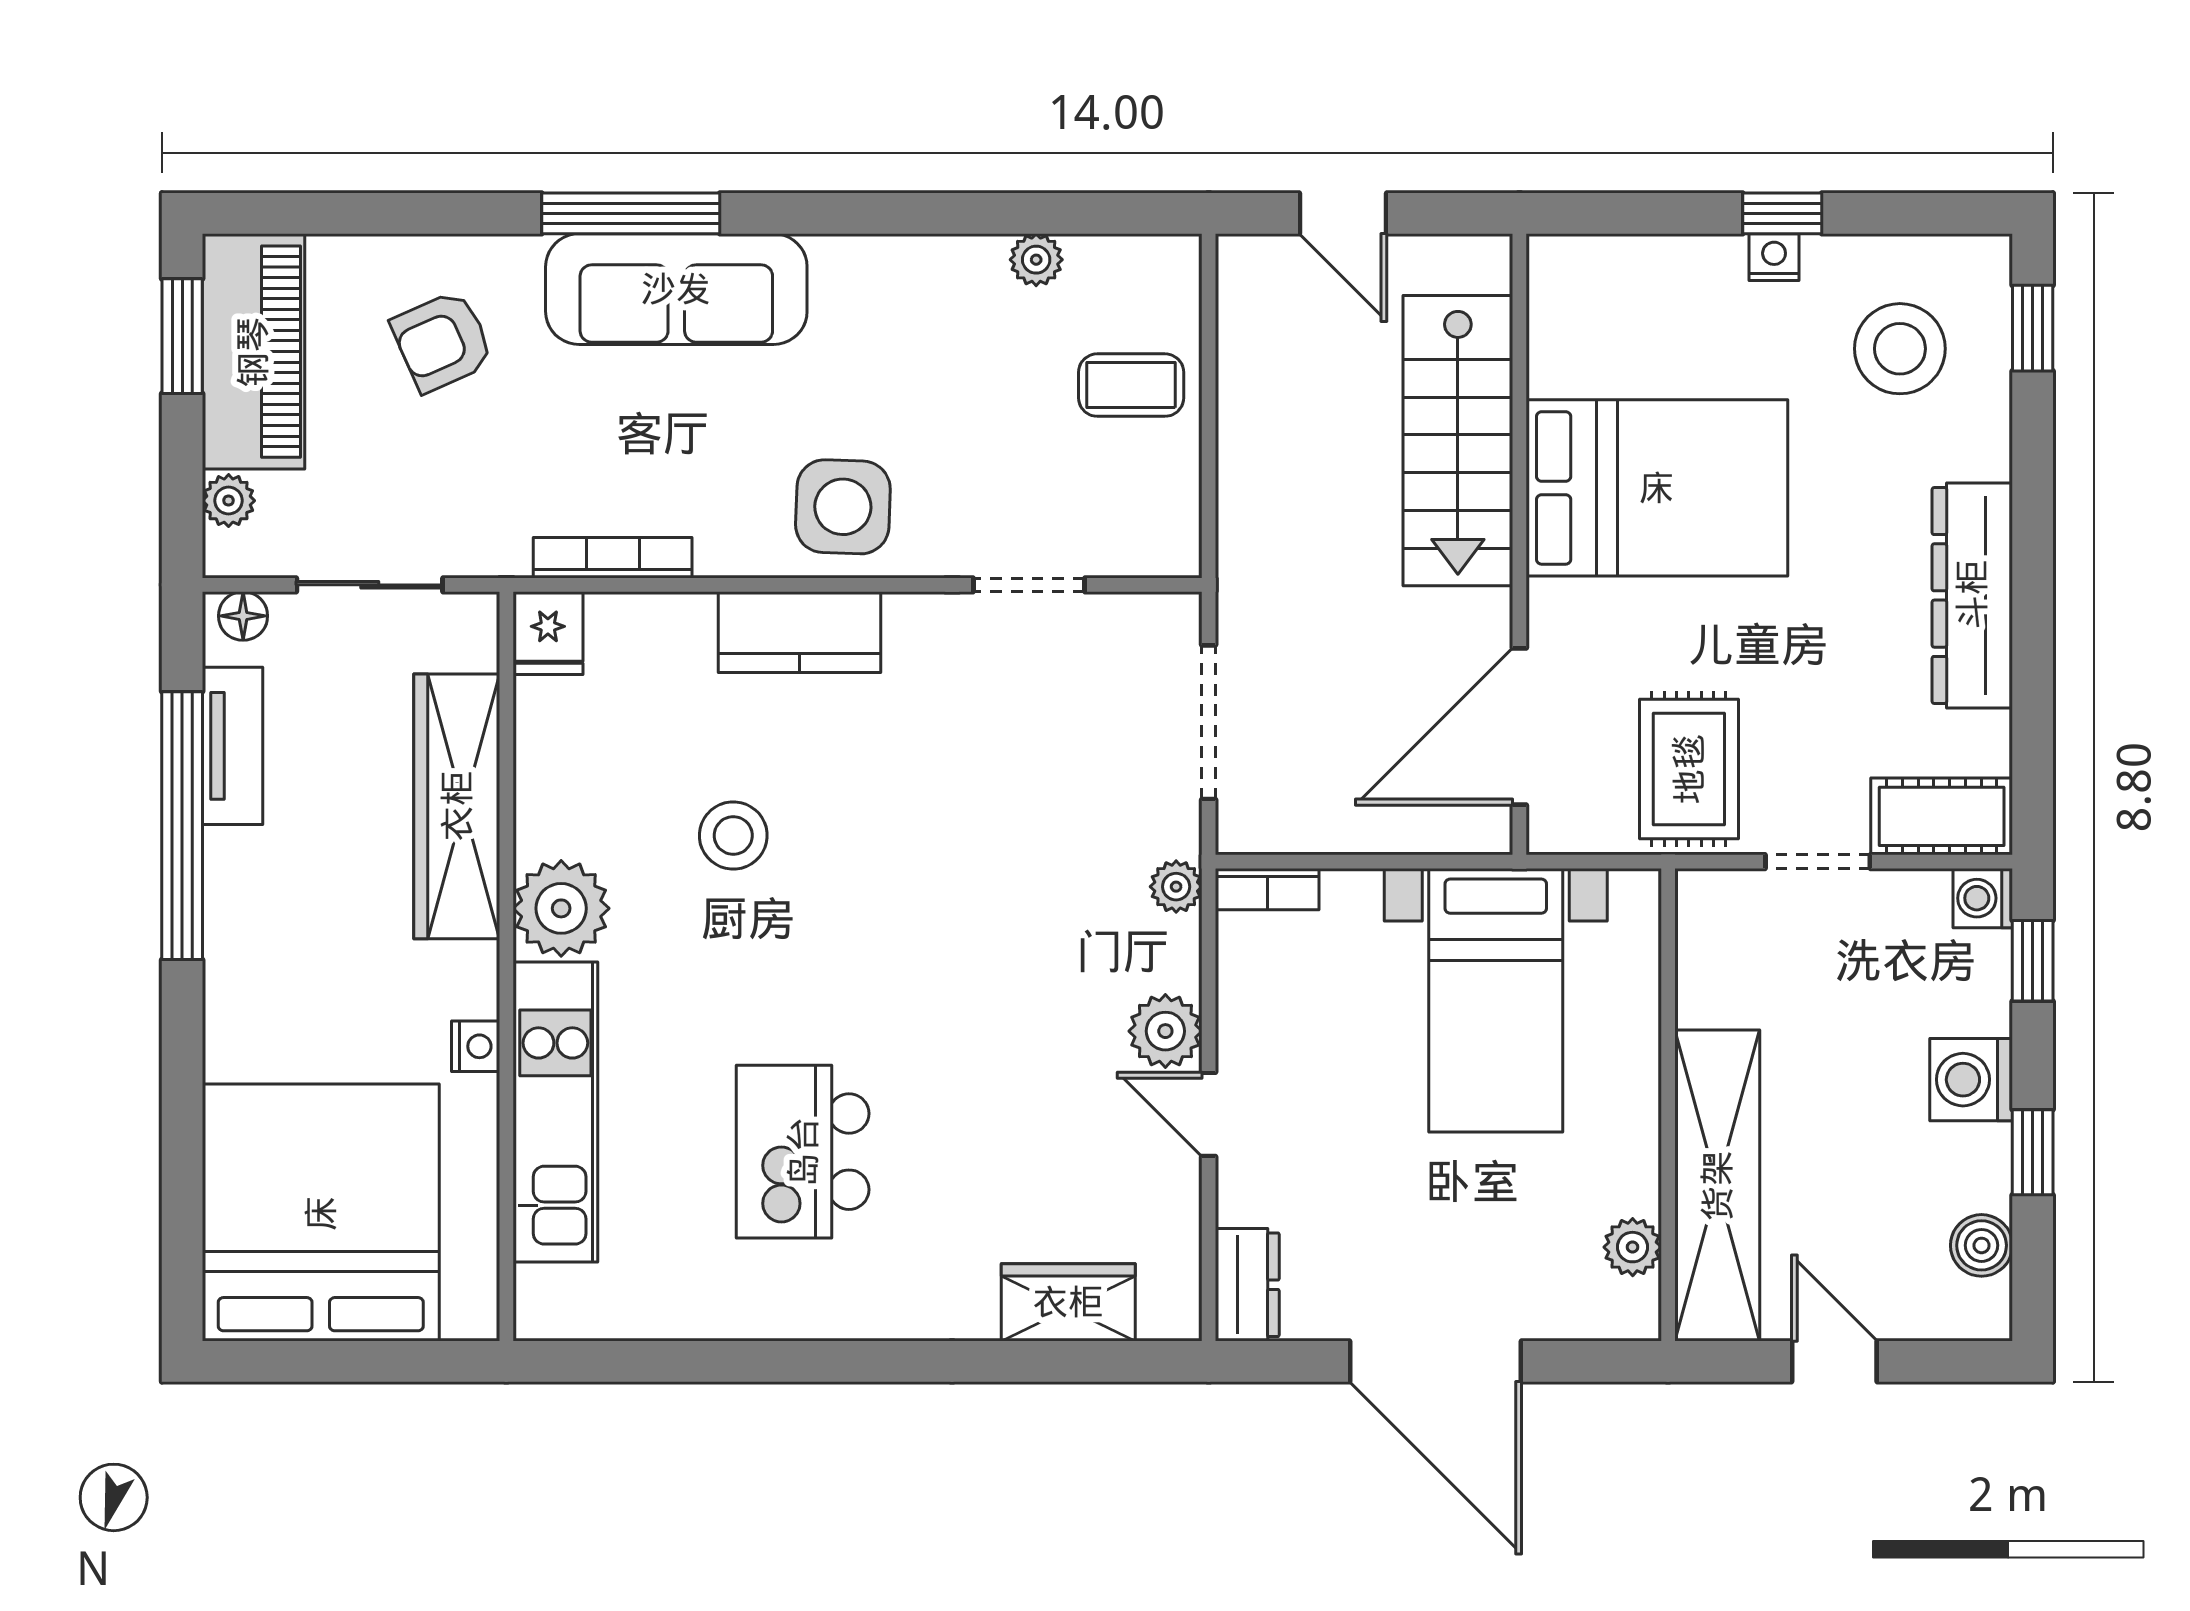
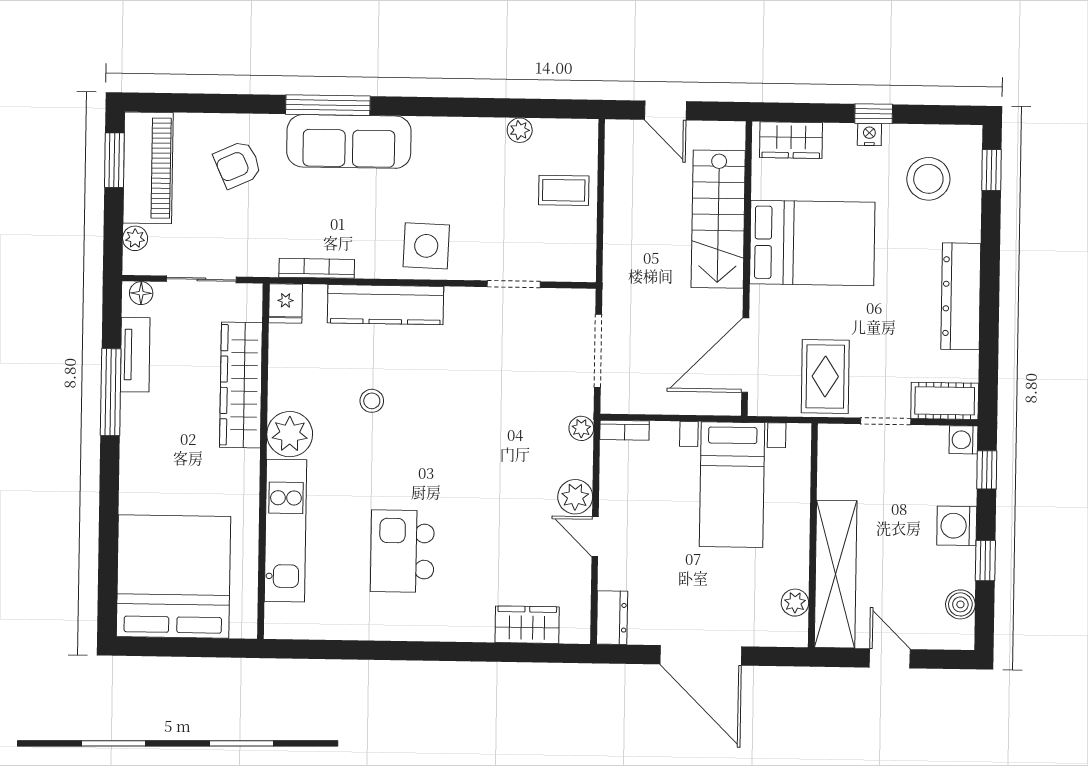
wardrobe: (1609, 272) -> (791, 140), added
kitchen counter: (799, 632) -> (385, 305), width x1.50
window: (182, 826) -> (111, 392), width x0.68
stool: (733, 835) -> (372, 401), width x0.73, depth x0.73
nightstand: (476, 1046) -> (248, 499), removed

